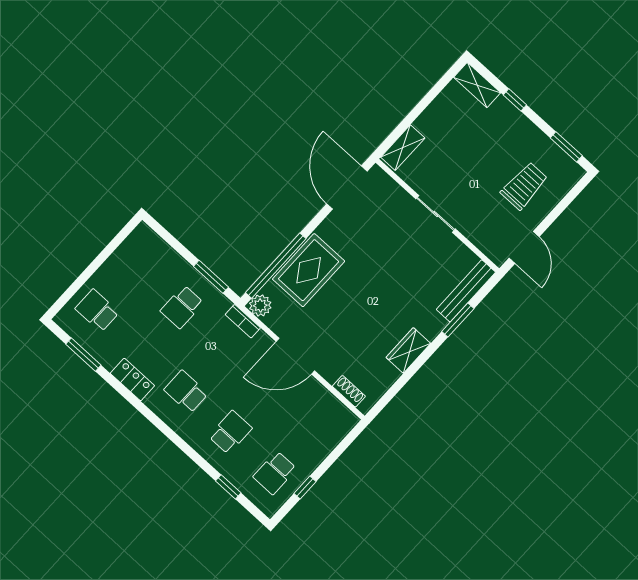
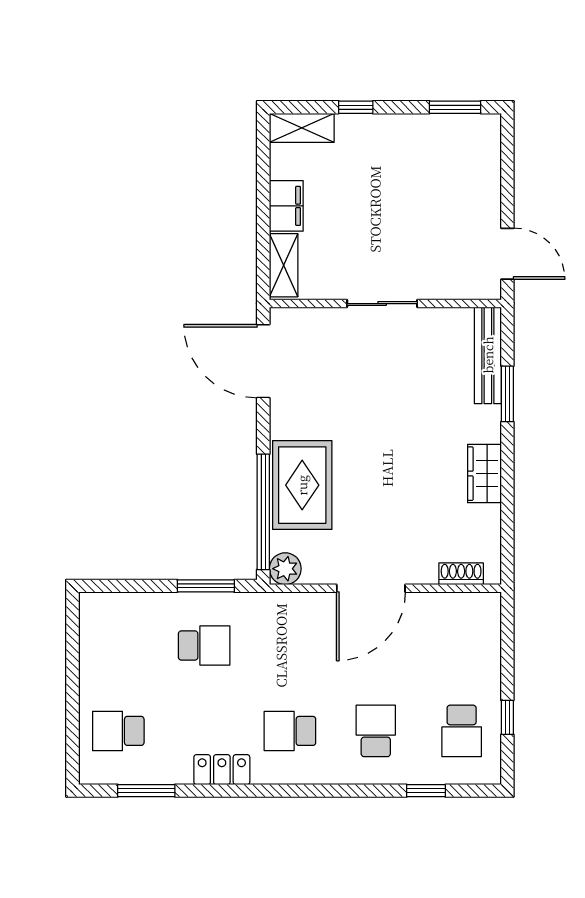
filing cabinet: (432, 118) -> (286, 206), added
trolley: (524, 186) -> (448, 189), removed
school desk: (182, 307) -> (204, 645), turned -90
bookcase: (243, 321) -> (282, 602), removed

